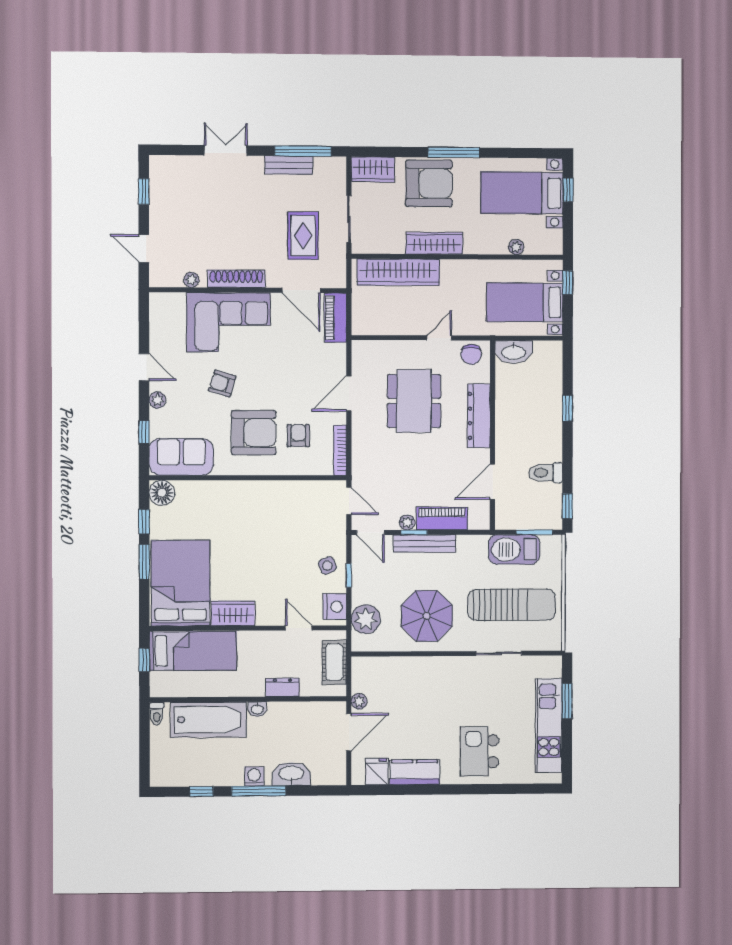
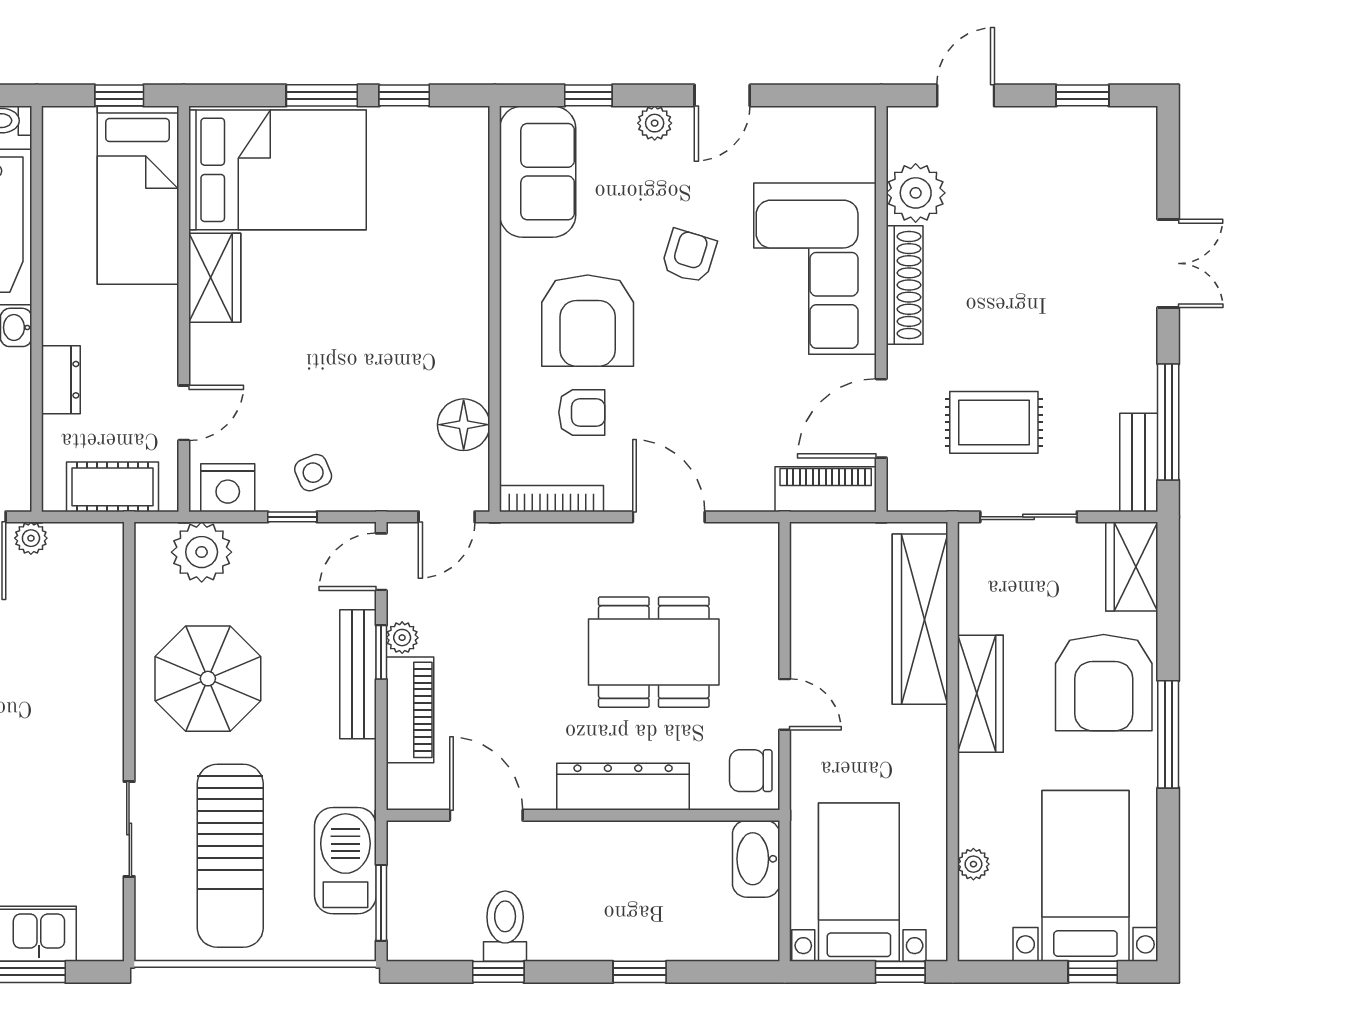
bench: (289, 165) -> (1139, 462), moved
plant: (191, 280) -> (916, 193), width x1.87, depth x1.87
floor lamp: (162, 493) -> (464, 425), moved
window: (567, 506) -> (498, 972), moved

